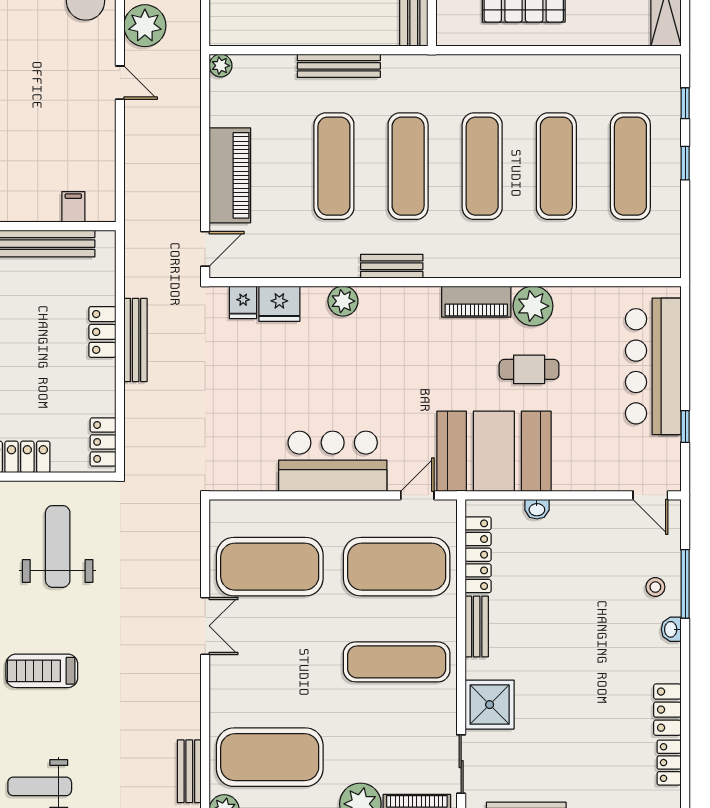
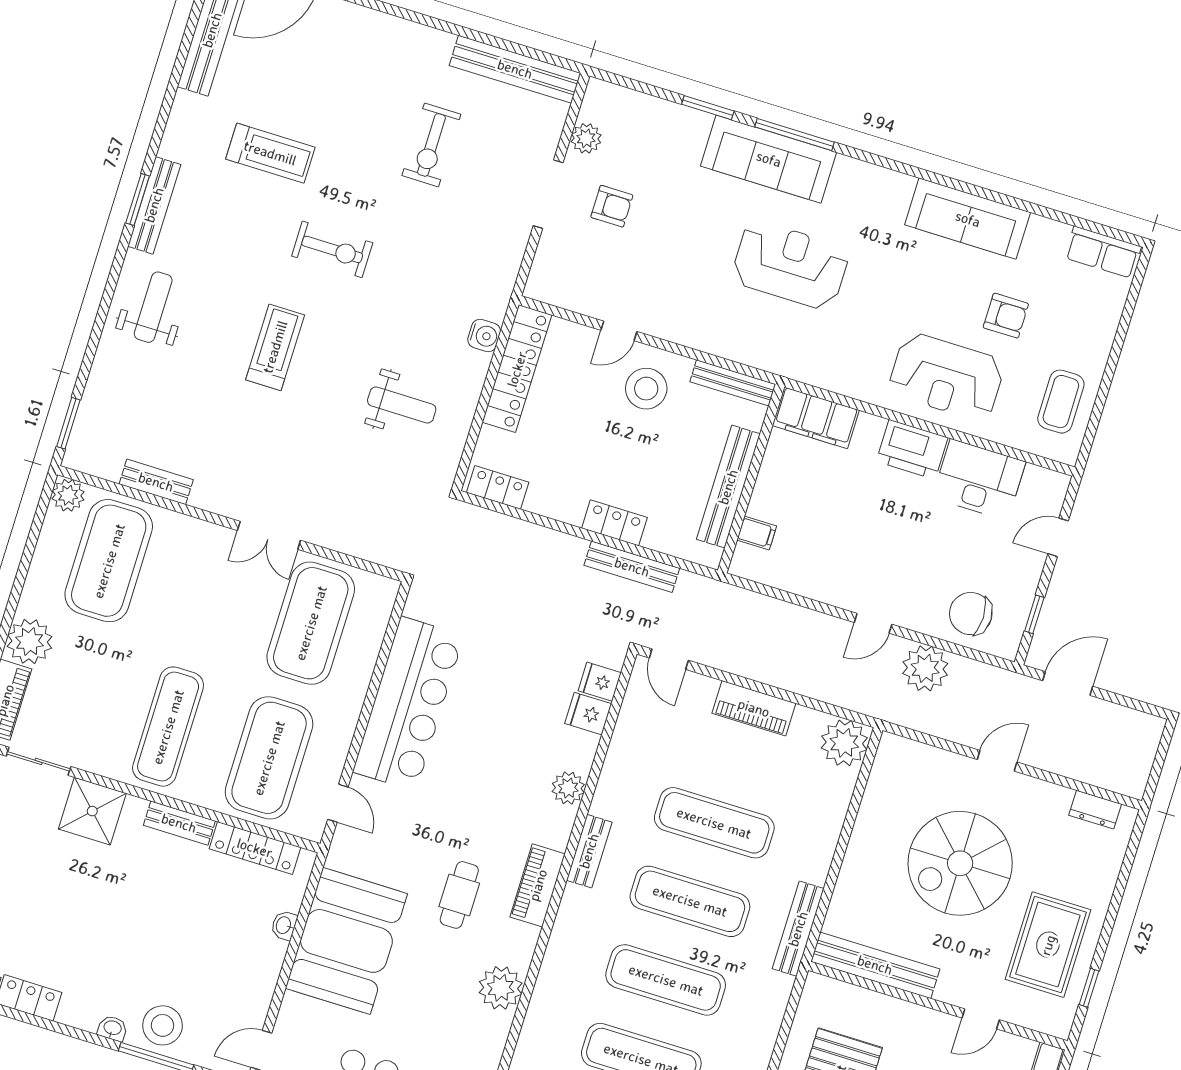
plant: (221, 66) -> (844, 743), width x1.88, depth x1.88
bench: (339, 66) -> (798, 929), moved
piano: (230, 175) -> (754, 708), width x0.73, depth x0.75
piano: (476, 302) -> (538, 885), moved
fridge: (279, 304) -> (588, 714), width x0.72
bench: (136, 340) -> (632, 567), moved
cafe table: (529, 369) -> (459, 895), moved
booth: (494, 451) -> (346, 941), moved
bar counter: (333, 461) -> (408, 704), width x1.36
weight bench: (58, 546) -> (402, 405), width x0.73, depth x0.75
stool: (655, 587) -> (163, 1025), width x1.89, depth x1.89
bench: (189, 771) -> (156, 482), moved

